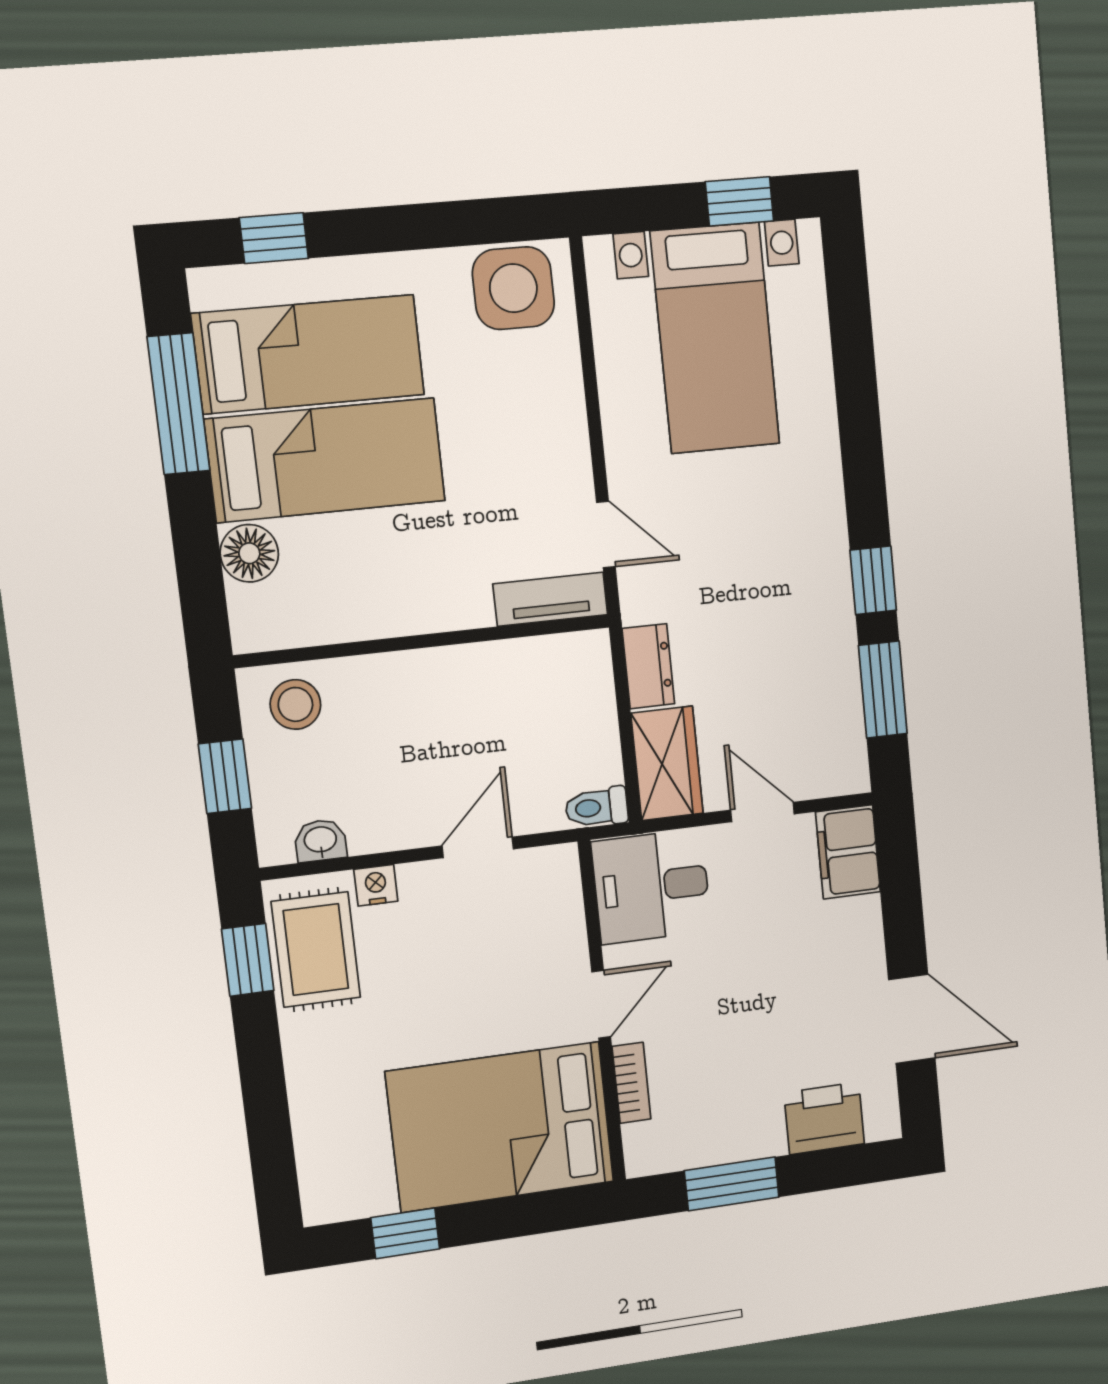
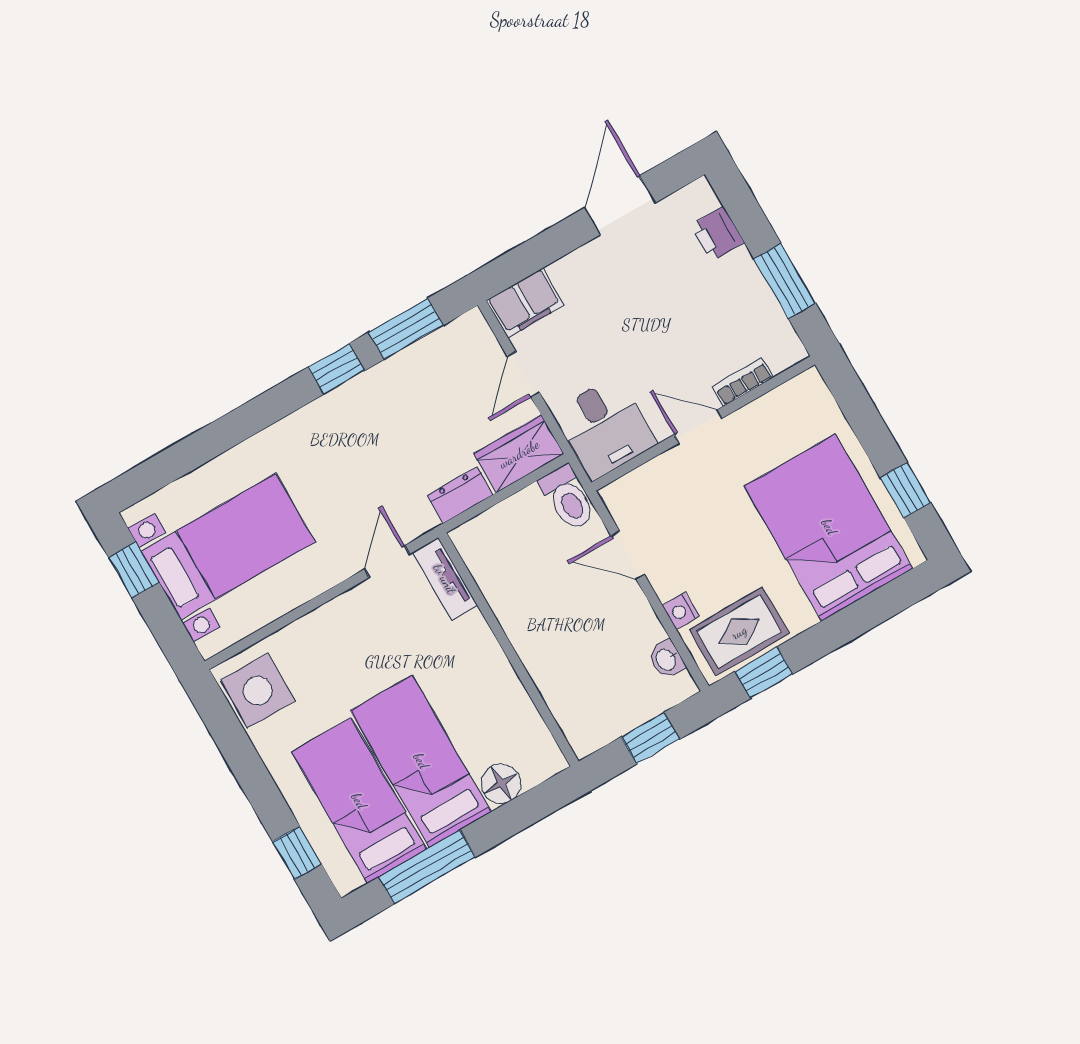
stool: (295, 704) -> (585, 713), removed
toilet: (597, 807) -> (568, 498), width x1.37, depth x1.39
printer: (824, 1118) -> (718, 234), width x0.73, depth x0.81
bed: (500, 1127) -> (829, 527), moved, turned 180

